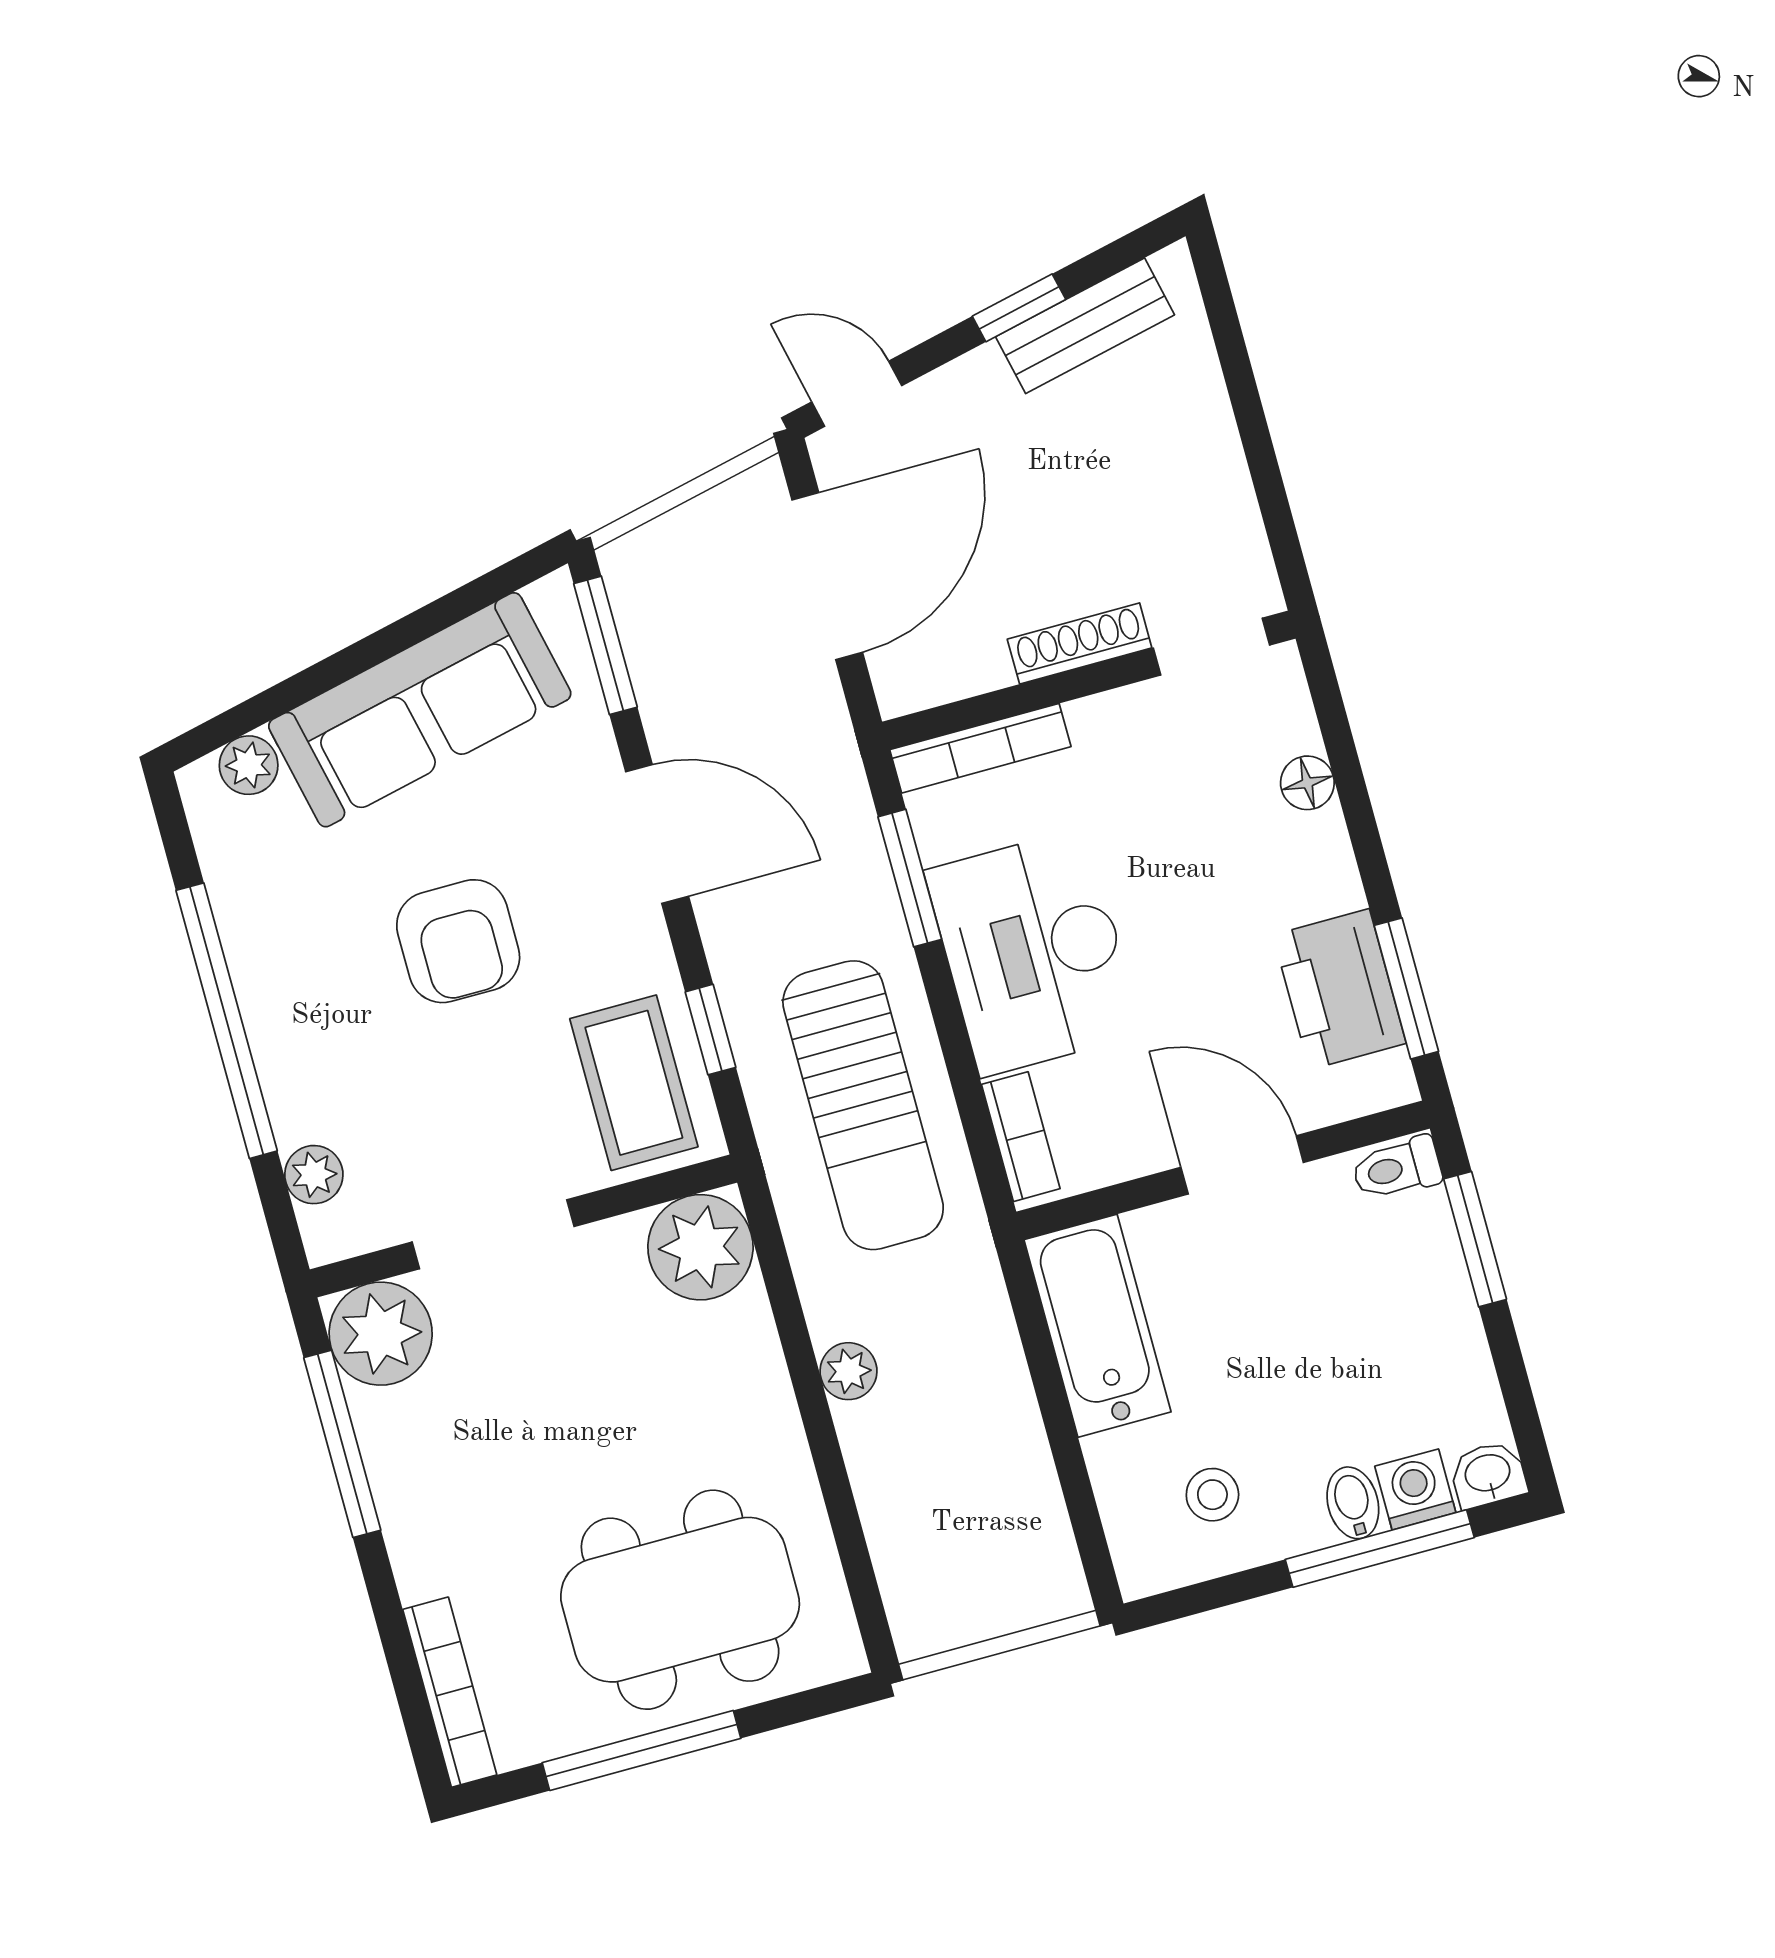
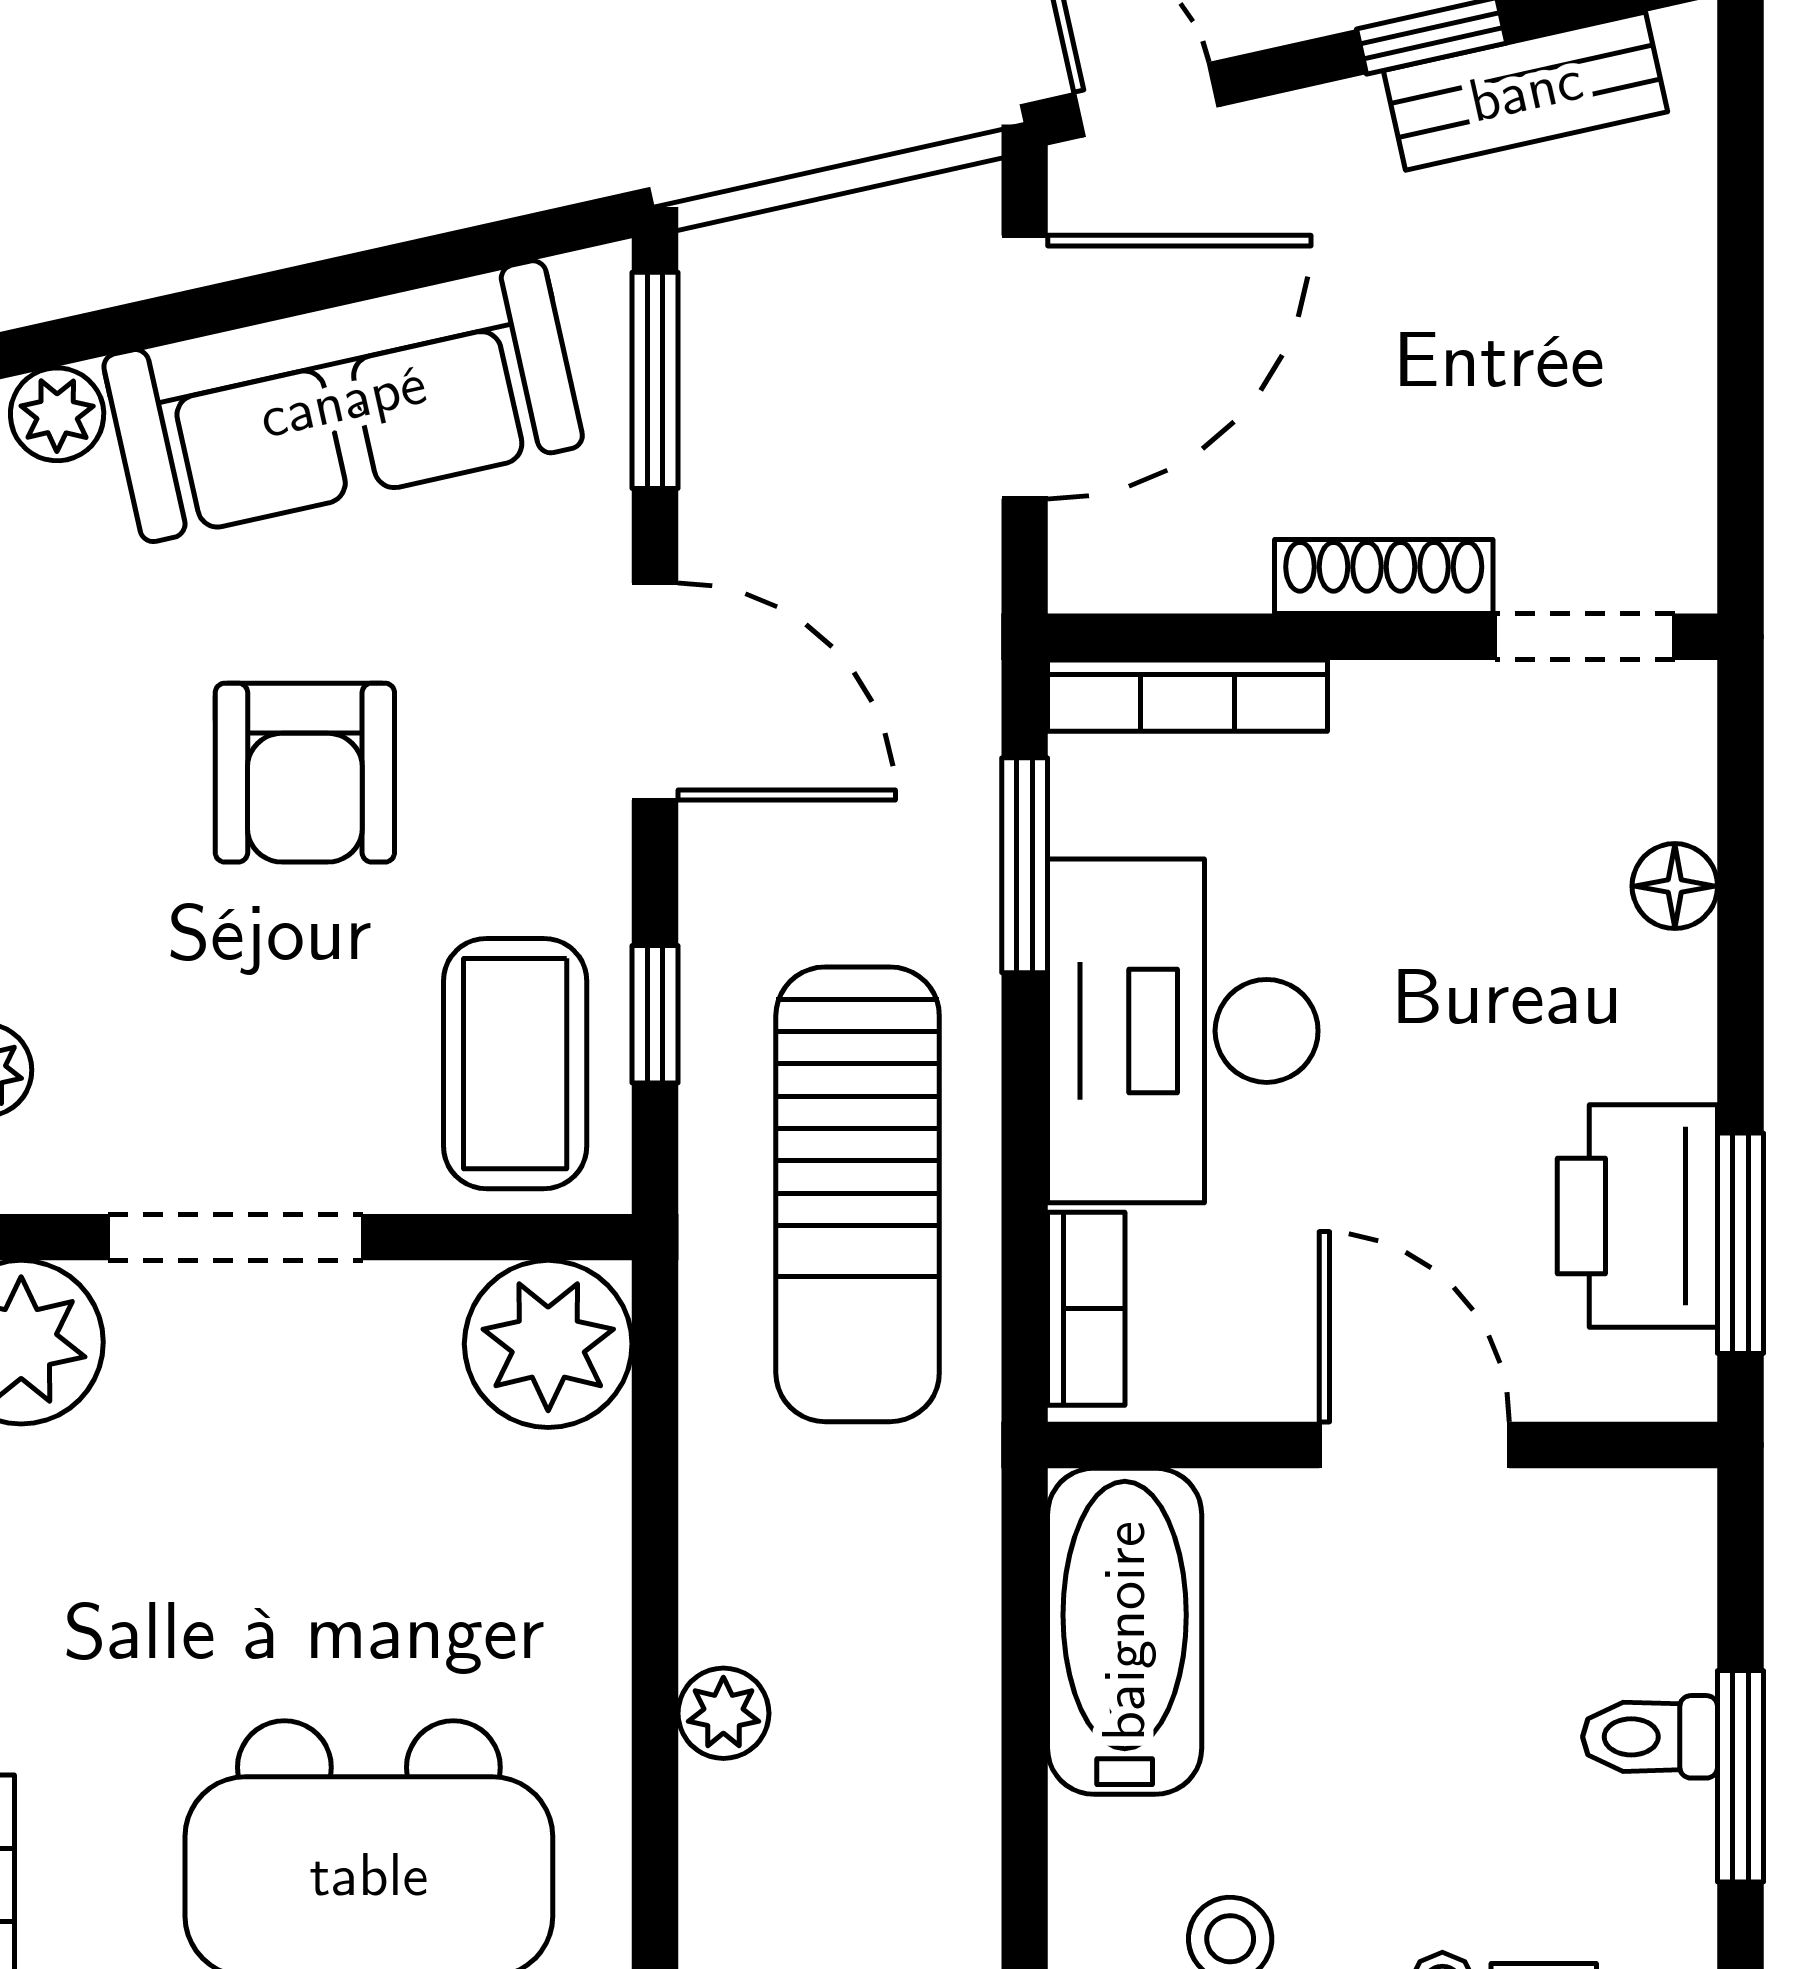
toilet: (1397, 1168) -> (1650, 1737), moved
window: (1475, 1239) -> (1741, 1776), moved
plant: (849, 1371) -> (723, 1713), moved

